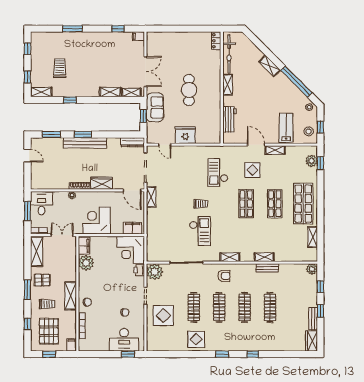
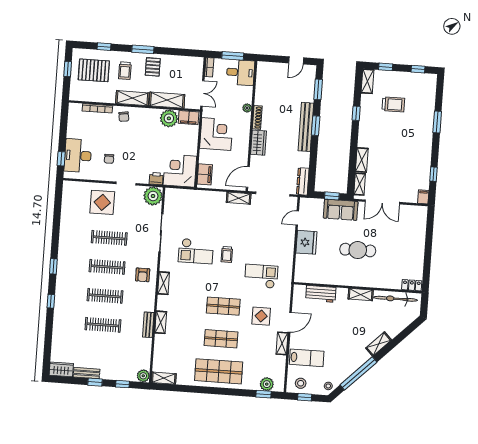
shelving: (313, 237) -> (164, 378), moved
shelving: (37, 251) -> (167, 100), moved
display table: (196, 339) -> (72, 238), removed
filing cabinet: (72, 345) -> (76, 95), removed

